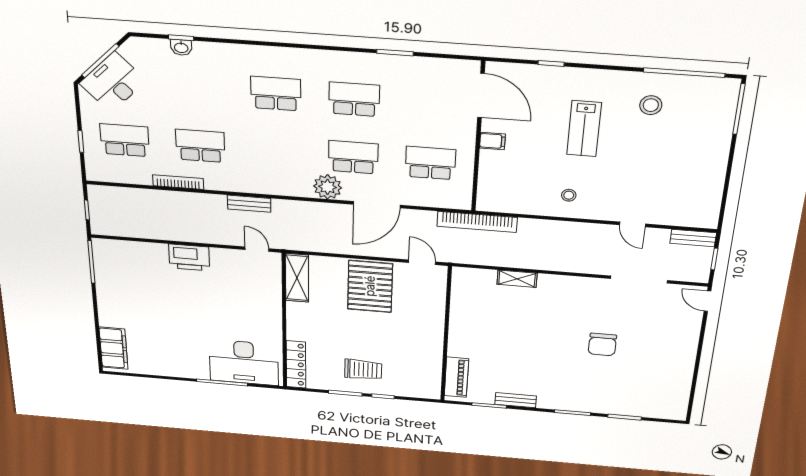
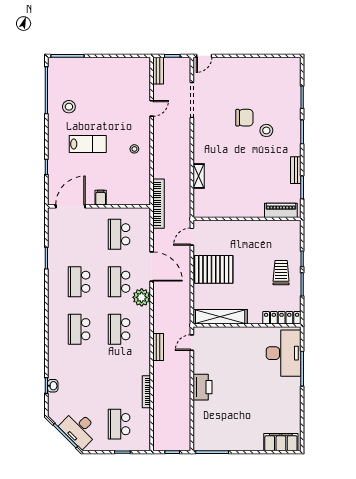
school desk: (200, 146) -> (119, 329), moved
shelving: (297, 278) -> (220, 317), width x1.47
stool: (579, 370) -> (266, 130), added

